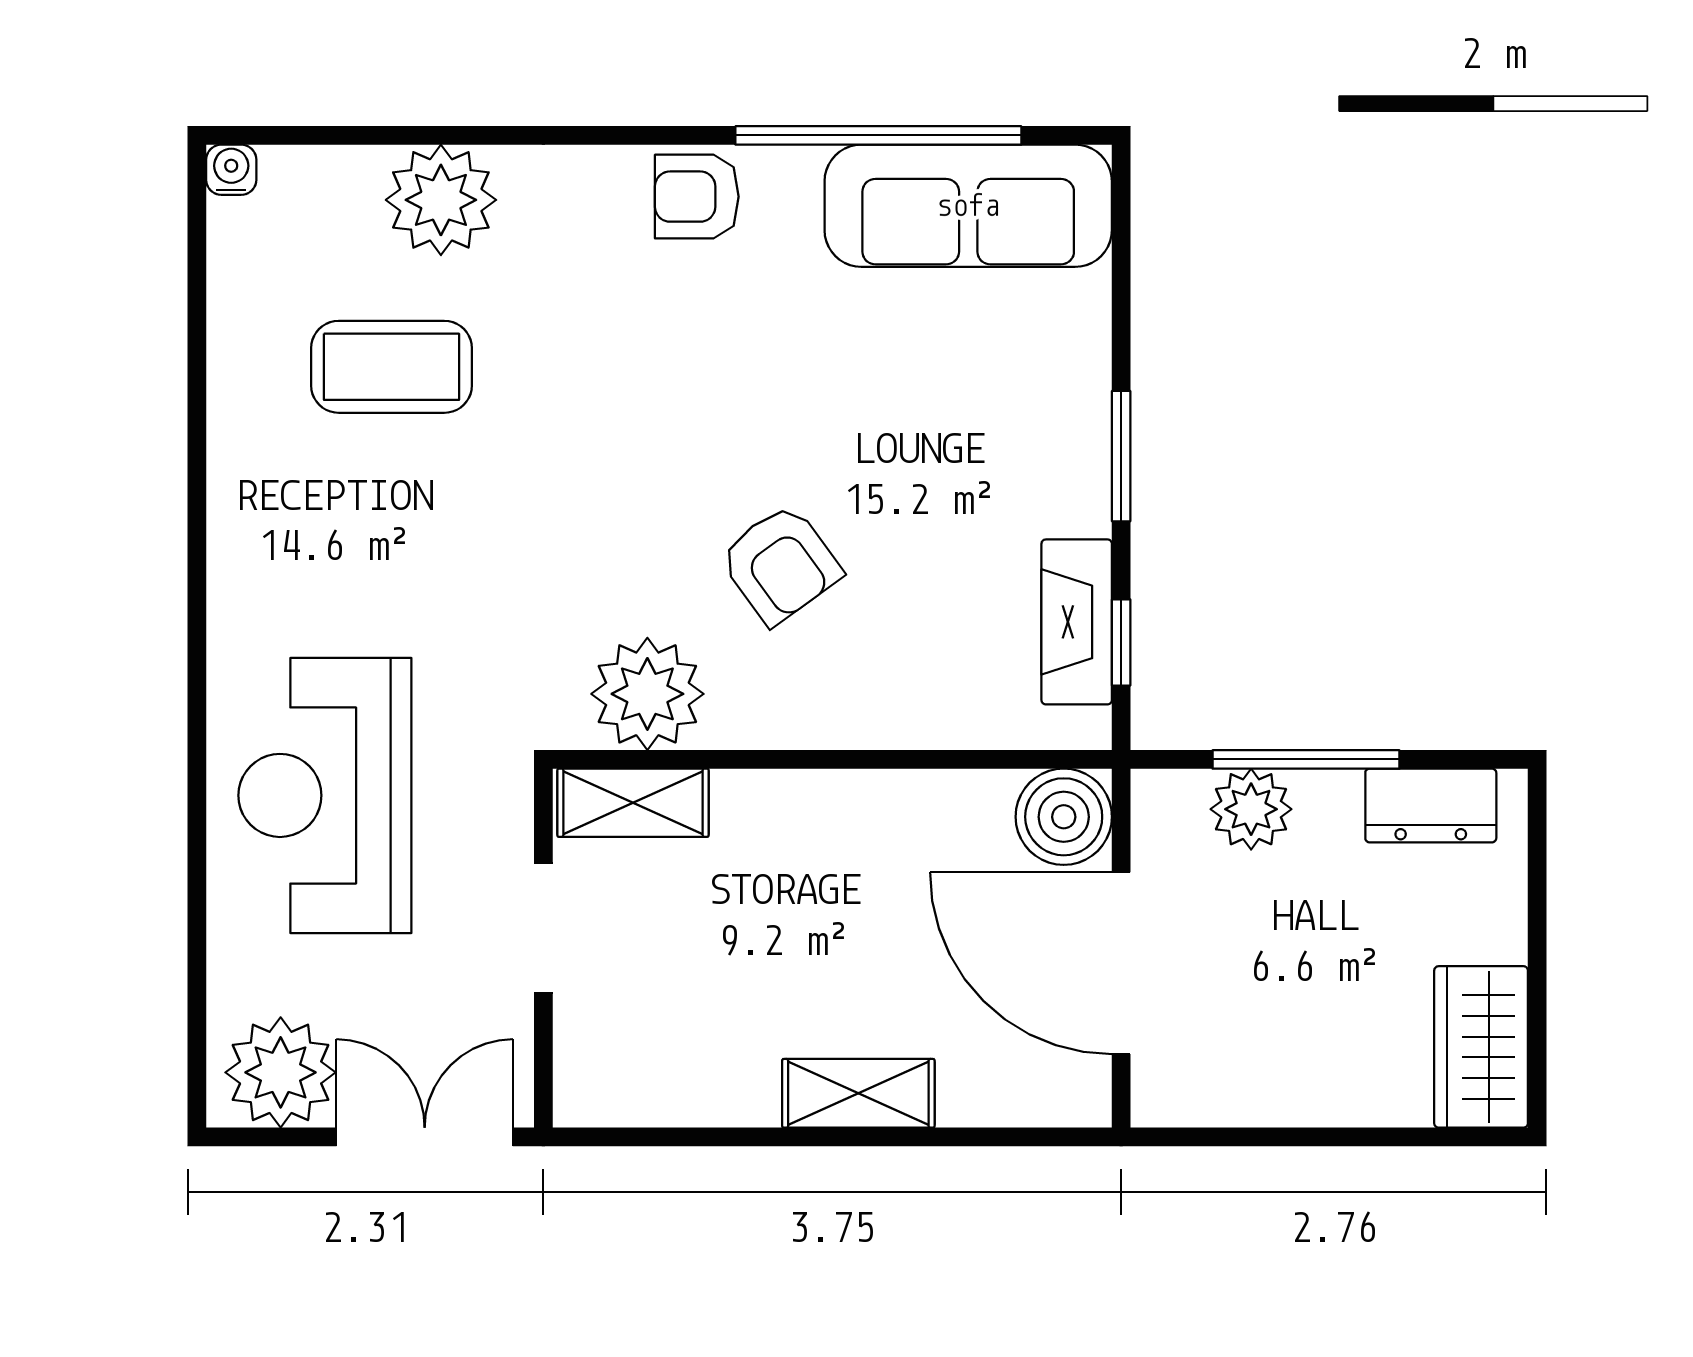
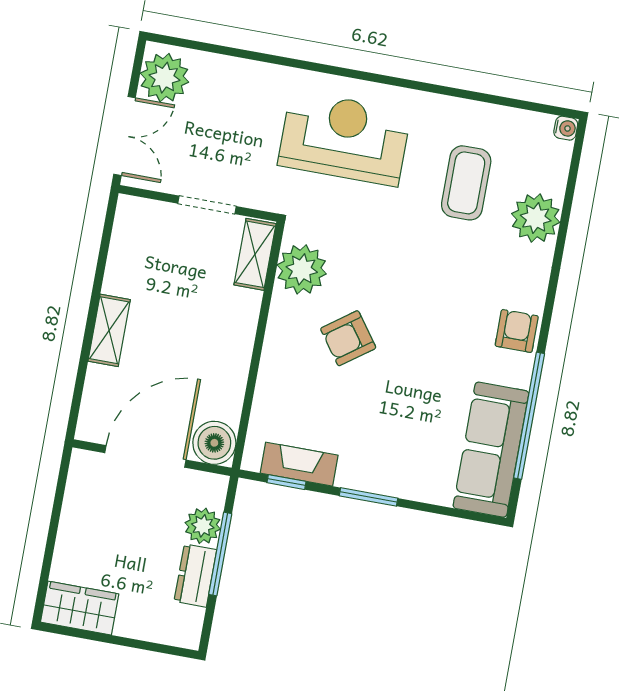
reception desk: (325, 795) -> (344, 138), moved
dresser: (1431, 805) -> (195, 576), moved

